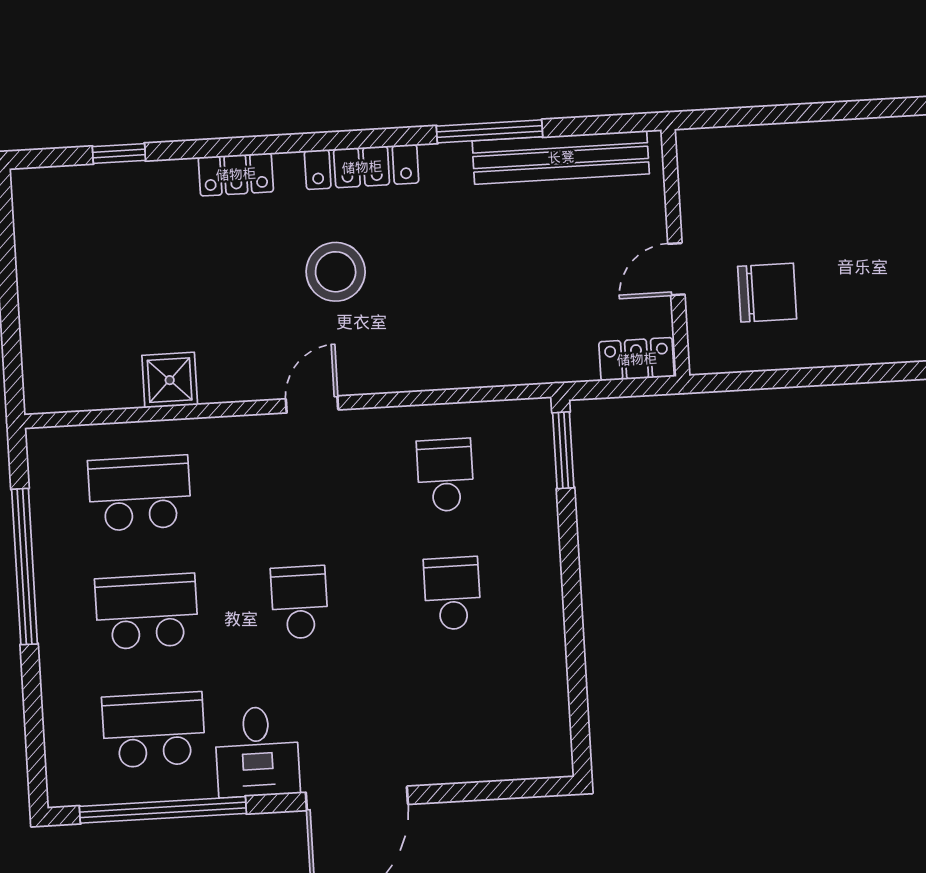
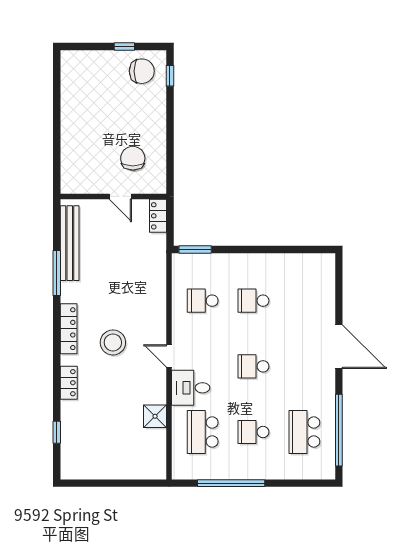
school desk: (147, 611) -> (254, 432), width x0.54
desk: (257, 752) -> (191, 388), moved, turned 180

